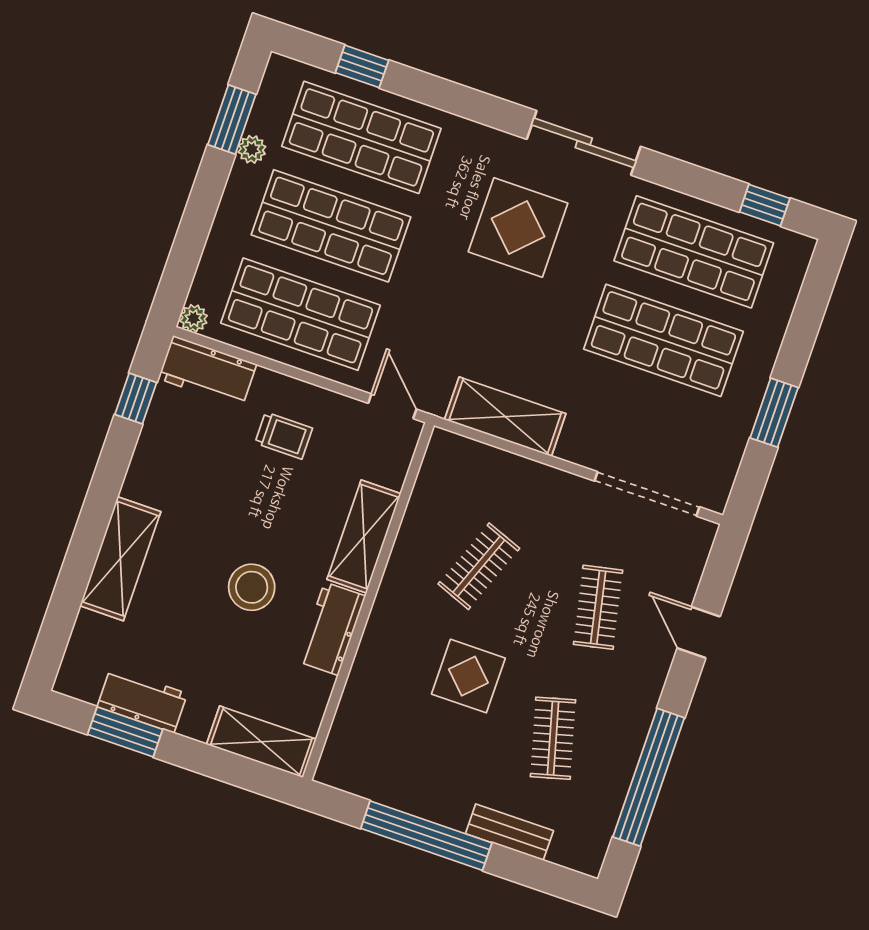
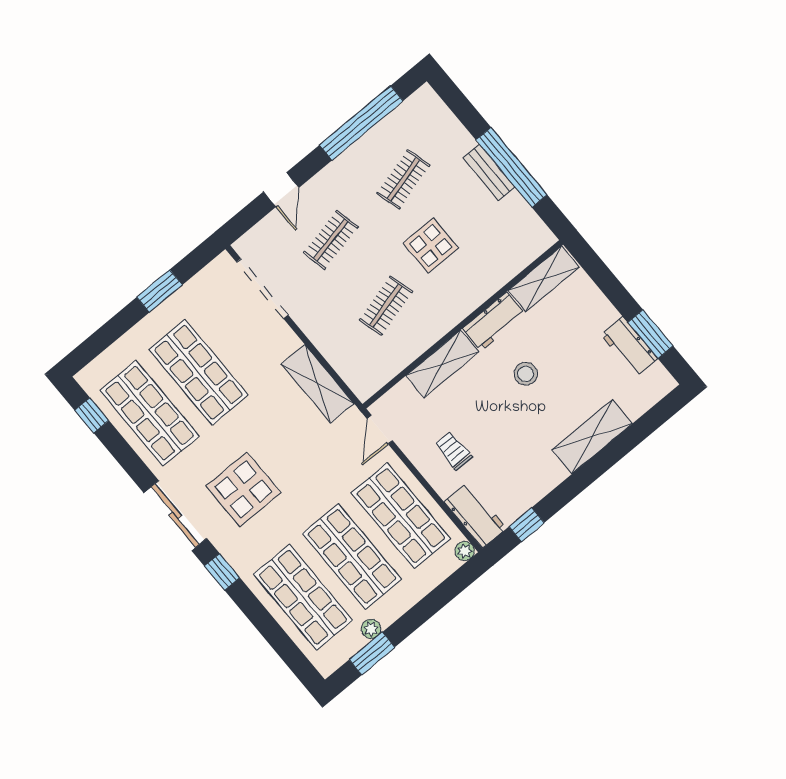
window: (362, 66) -> (222, 572), moved
clothes rail: (479, 566) -> (386, 306), turned -36
stool: (252, 587) -> (526, 374), width x0.73, depth x0.73
shelving: (261, 742) -> (544, 279), moved, turned 90
bench: (509, 832) -> (489, 172), moved

